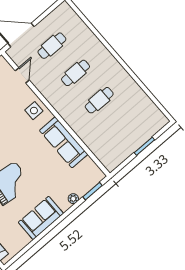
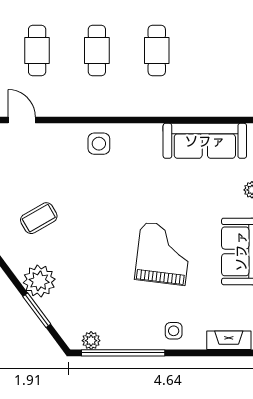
door: (22, 75) -> (22, 120), moved
sofa: (64, 142) -> (205, 141), moved

